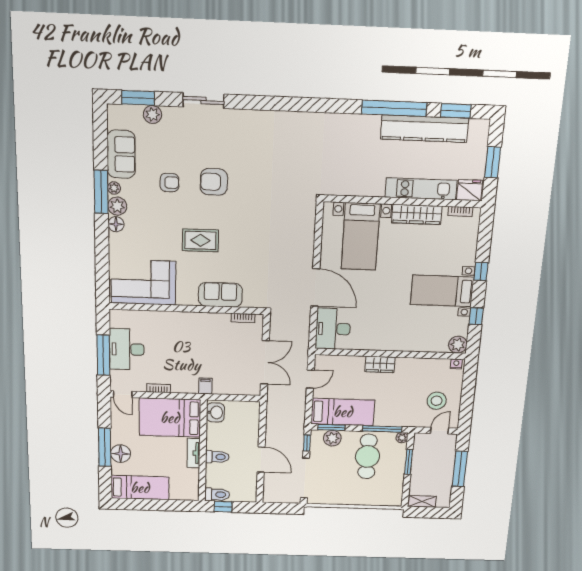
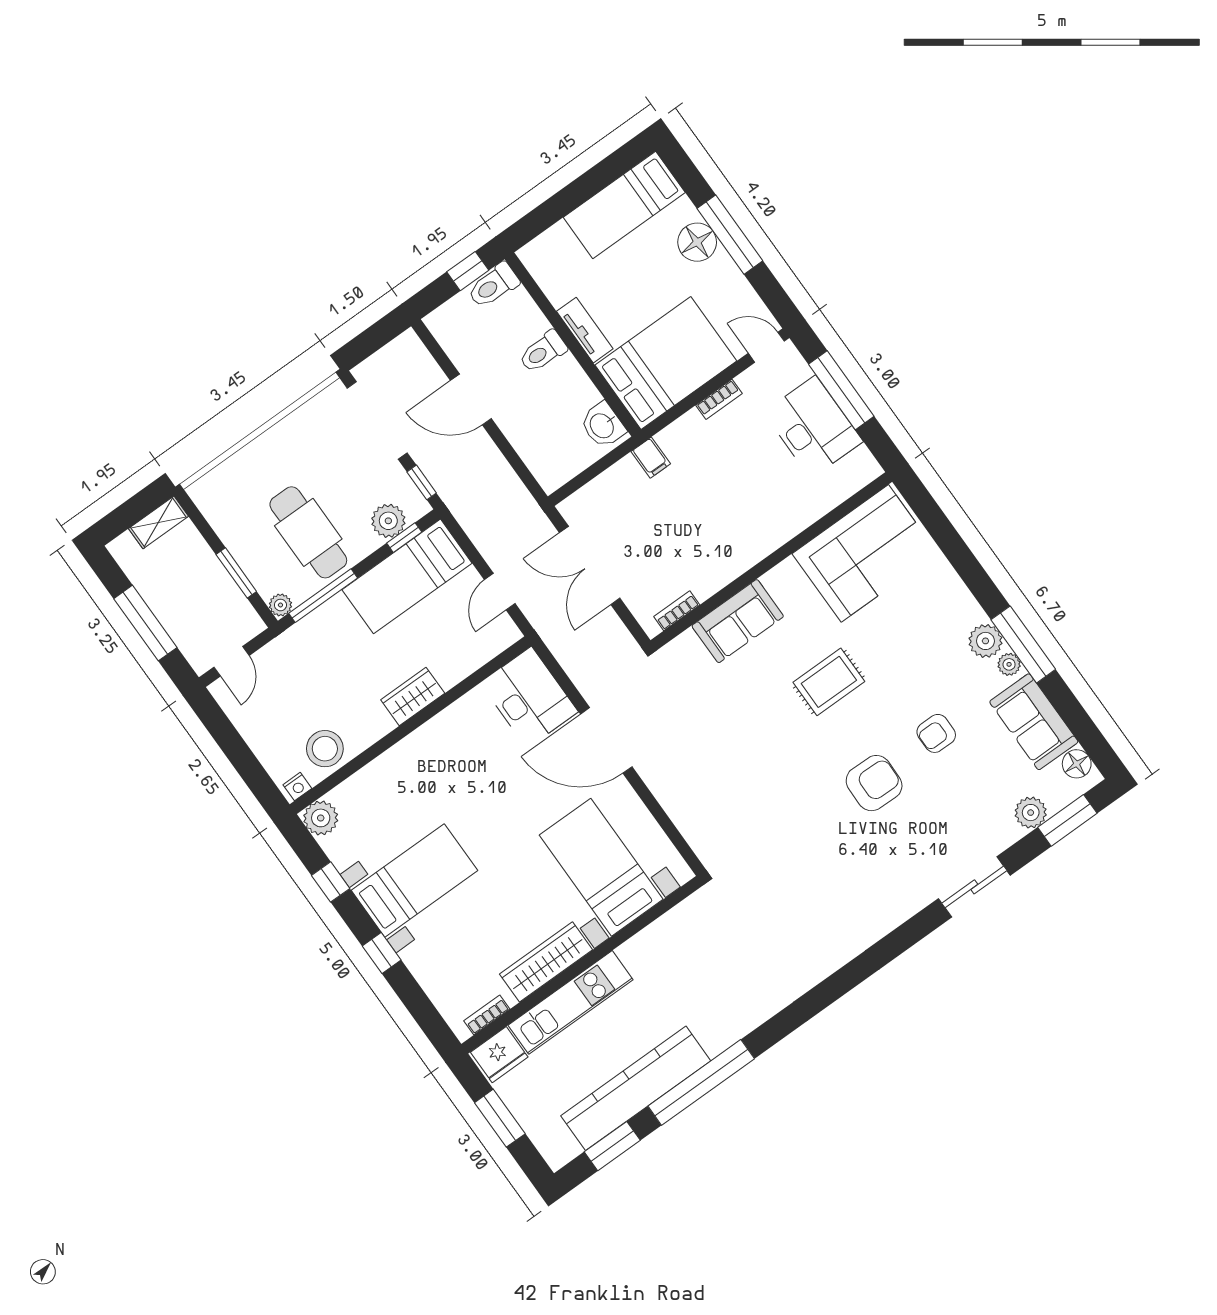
floor lamp: (116, 224) -> (1077, 764), moved
stool: (437, 401) -> (325, 749), moved
window: (331, 427) -> (404, 538), width x0.67

